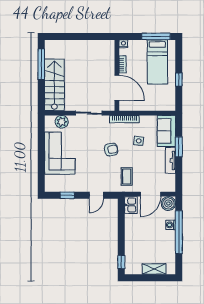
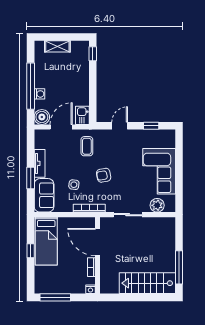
bed: (157, 62) -> (46, 241), moved, turned 180
stairs: (54, 85) -> (147, 283), moved, turned 90

